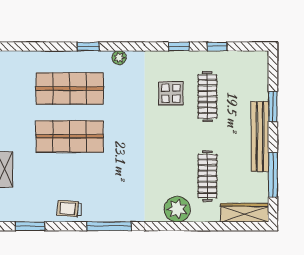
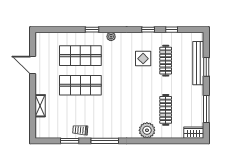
bench: (260, 137) -> (198, 63), moved
wardrobe: (245, 213) -> (194, 133), width x0.67
window: (30, 226) -> (70, 141), moved

